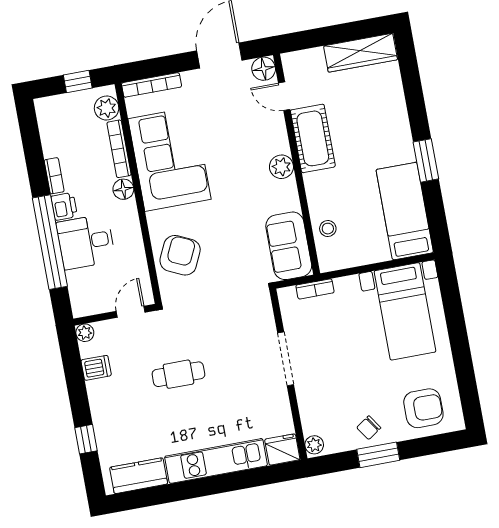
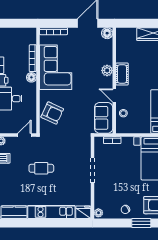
window: (78, 81) -> (19, 23), removed
door: (284, 96) -> (114, 95), moved
plant: (107, 108) -> (31, 38), removed
cot: (313, 138) -> (122, 74), width x0.73, depth x0.75
plant: (281, 167) -> (107, 70), moved
armchair: (180, 255) -> (52, 113), turned 90
window: (378, 455) -> (141, 223), moved

